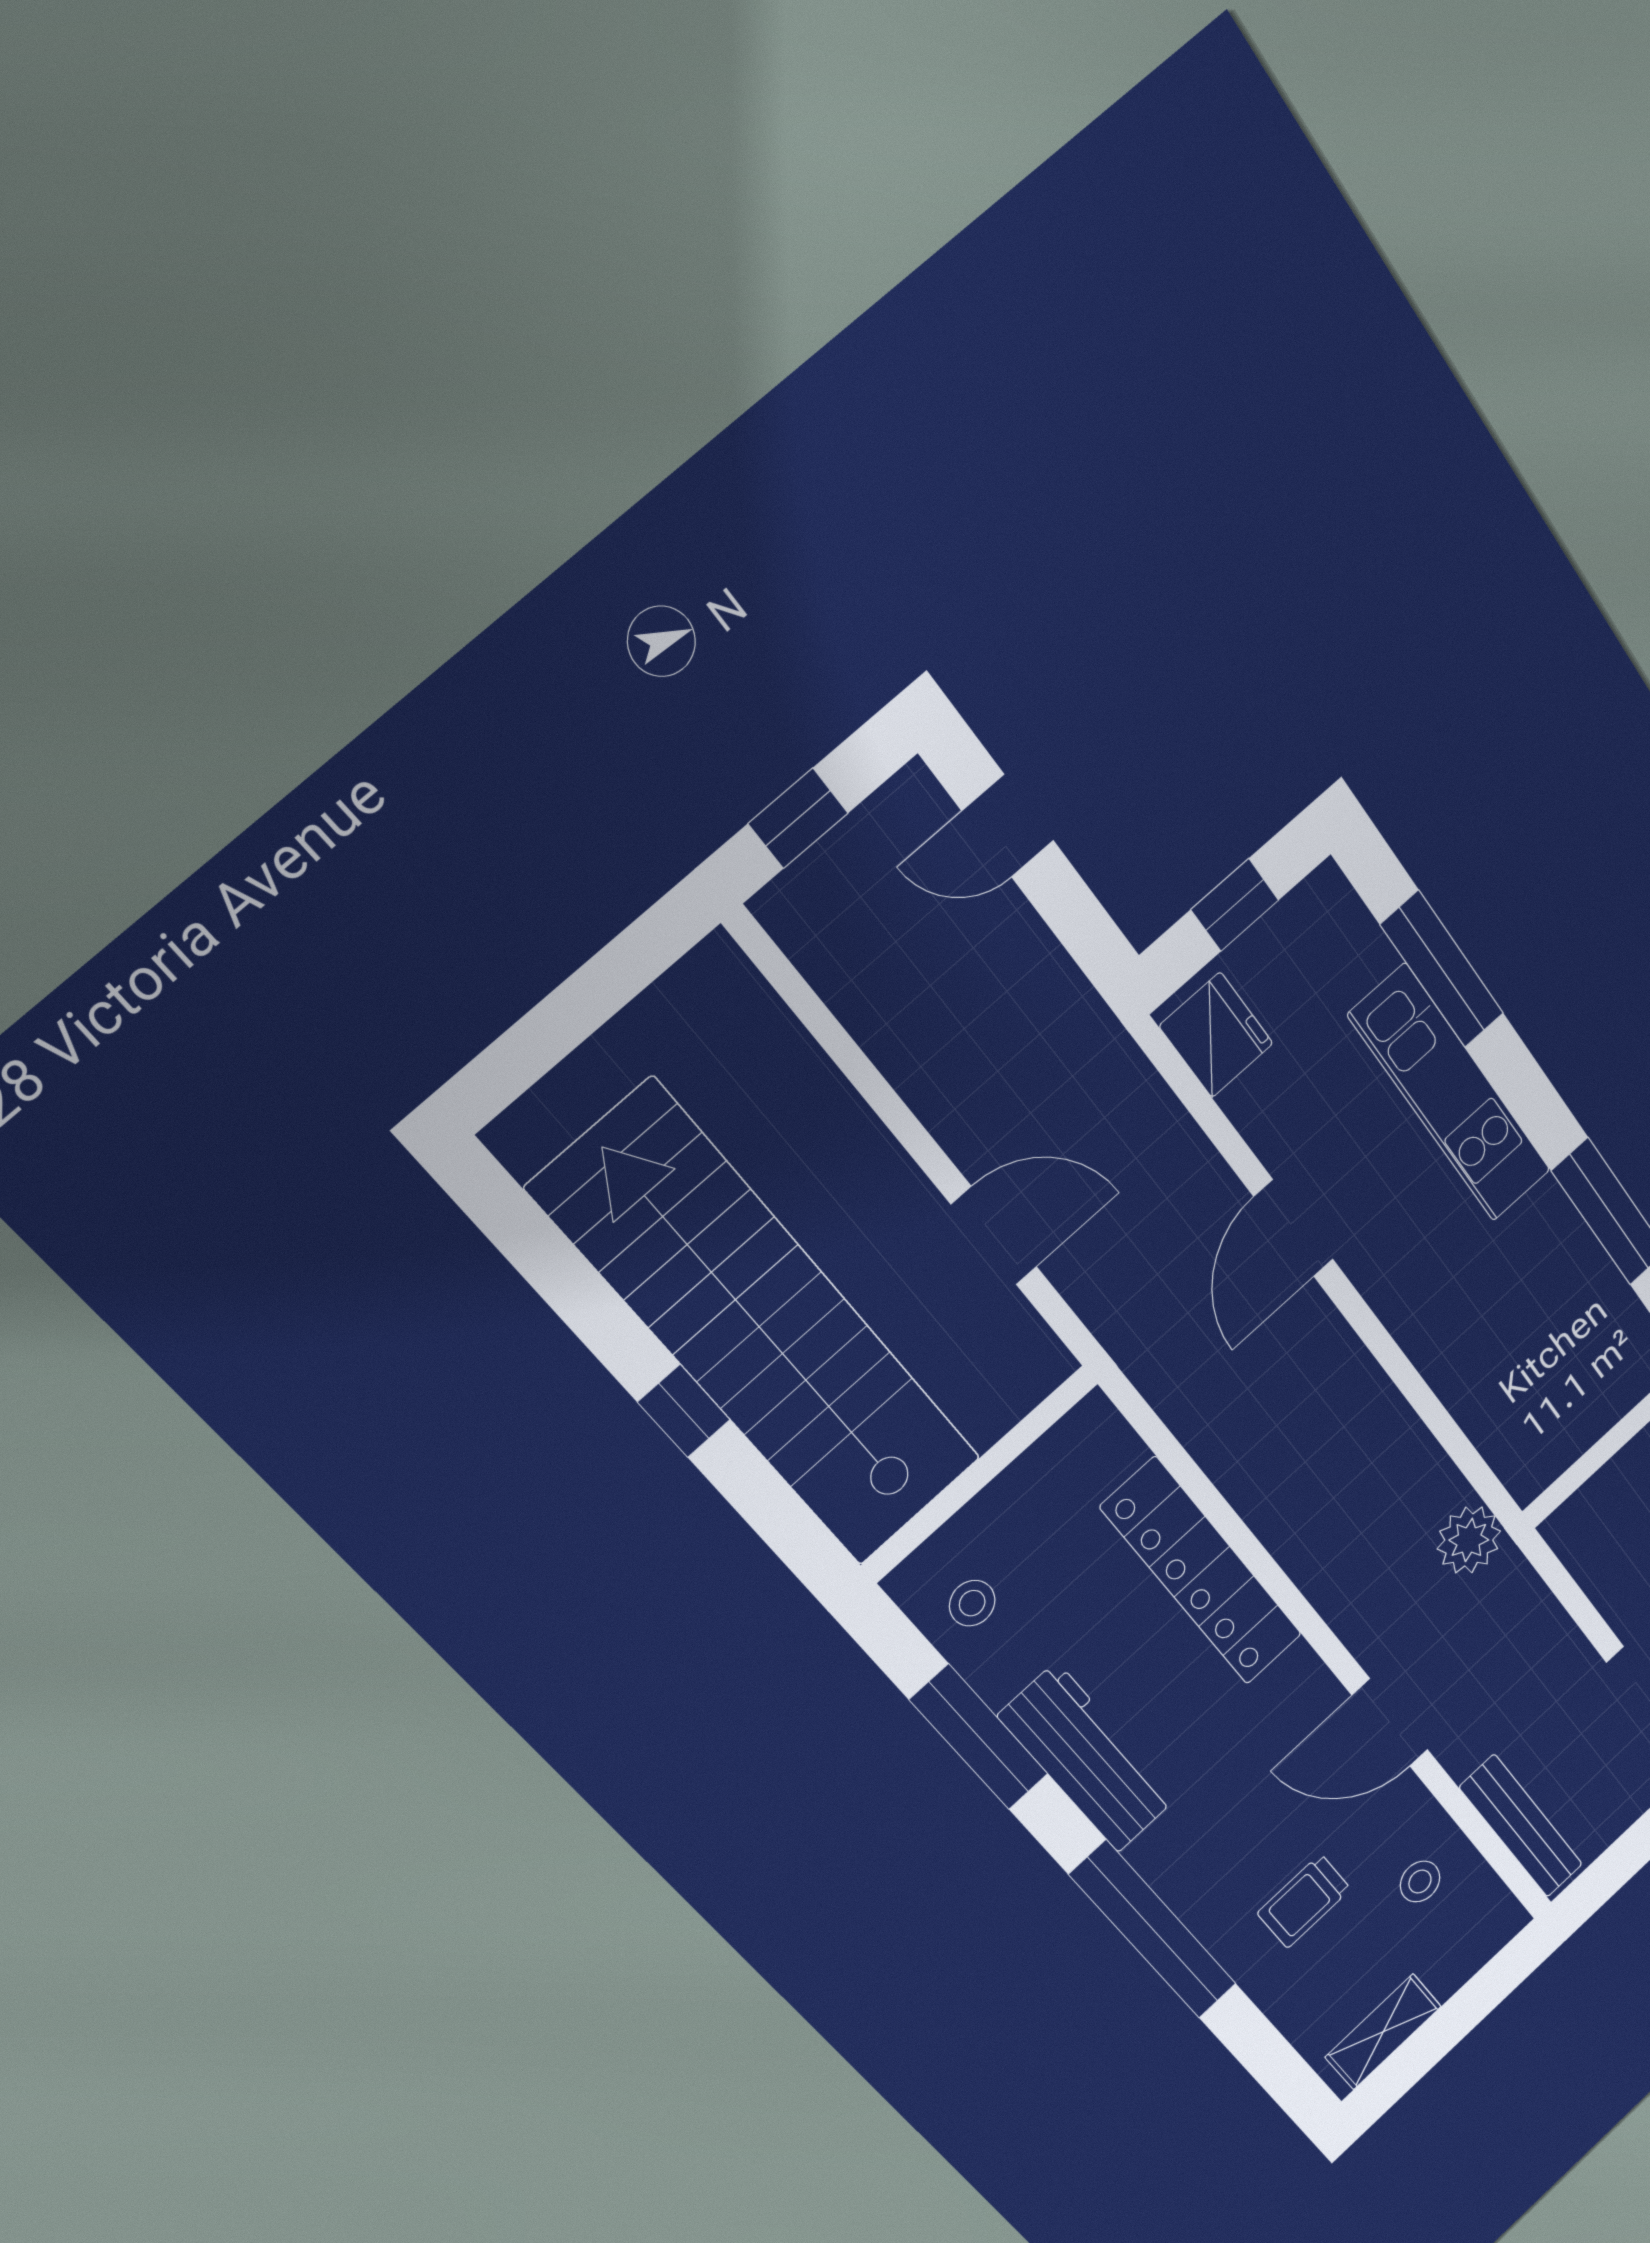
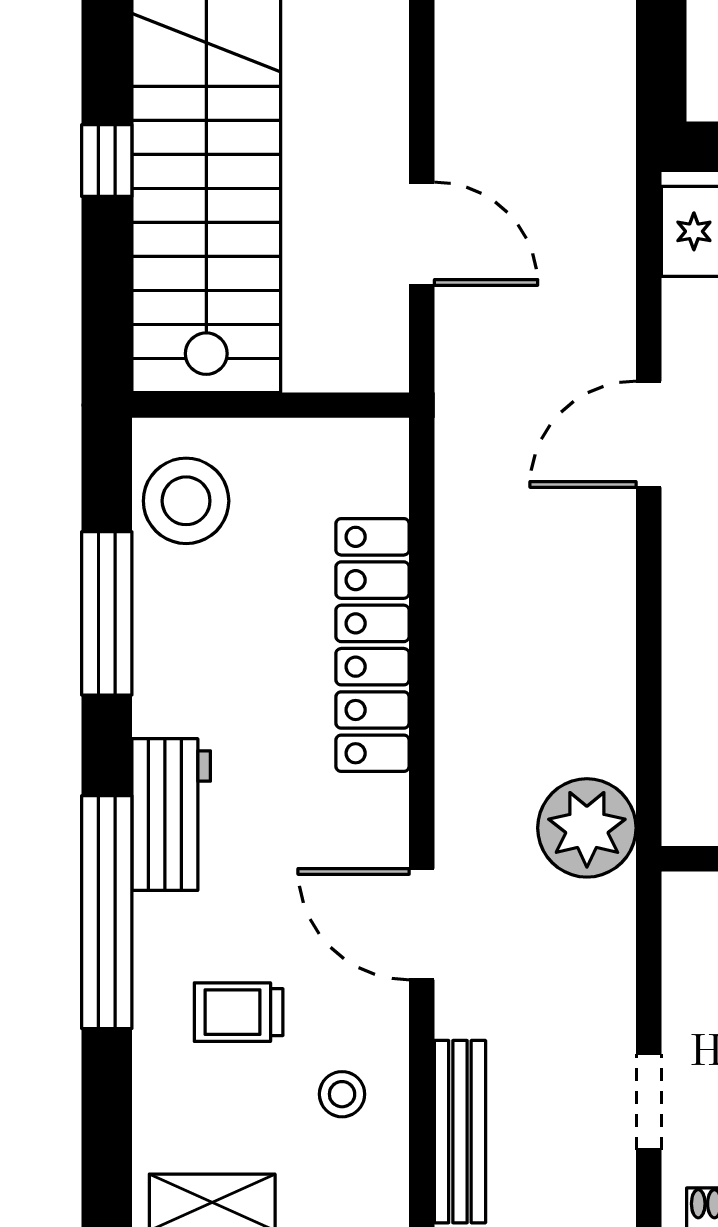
plant: (1469, 1540) -> (587, 828), width x1.36, depth x1.36
stool: (972, 1603) -> (186, 501), width x1.89, depth x1.89
workbench: (1088, 1758) -> (171, 815), moved, width x0.73

